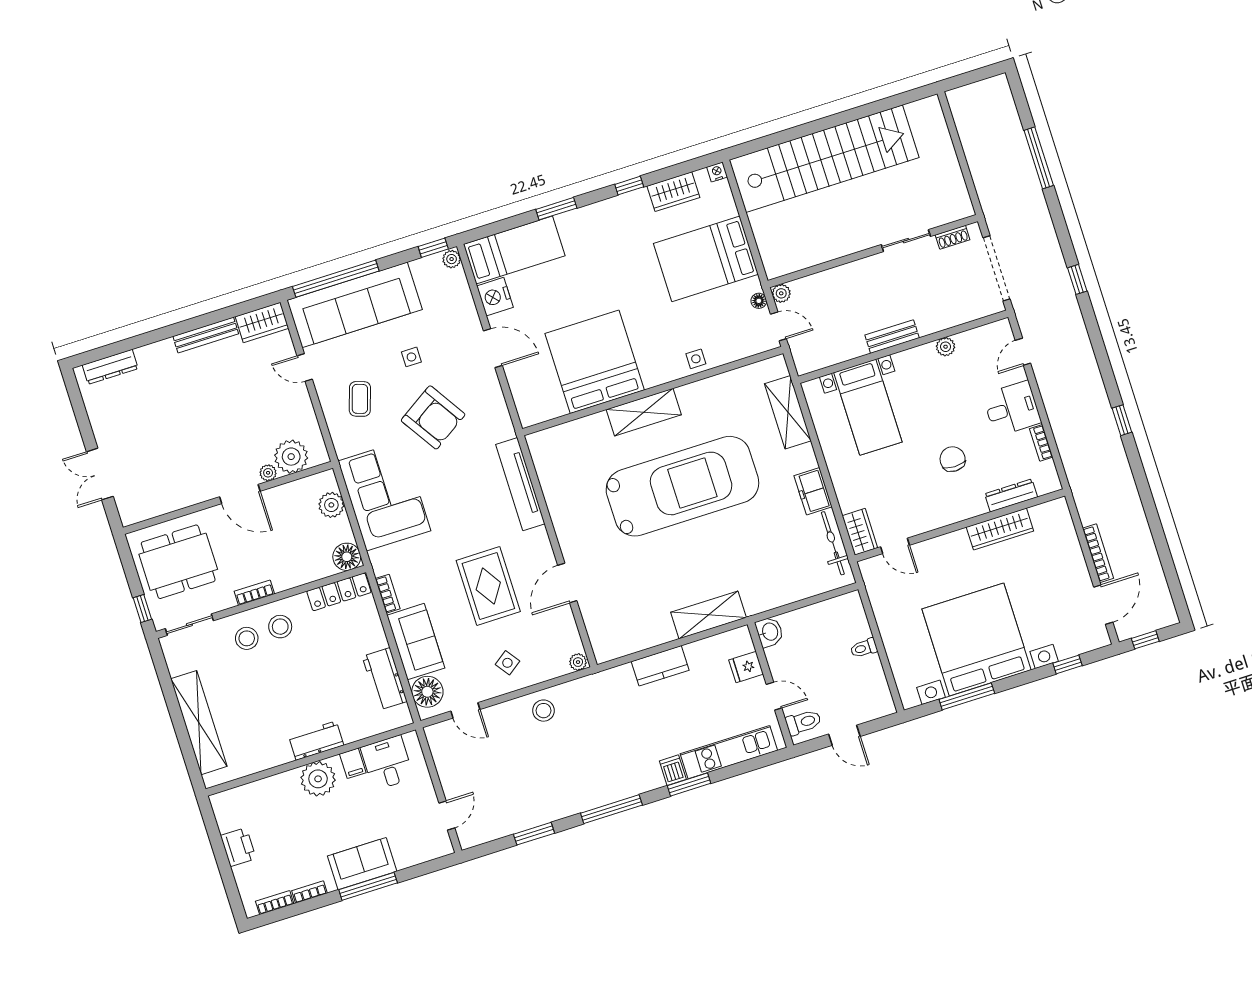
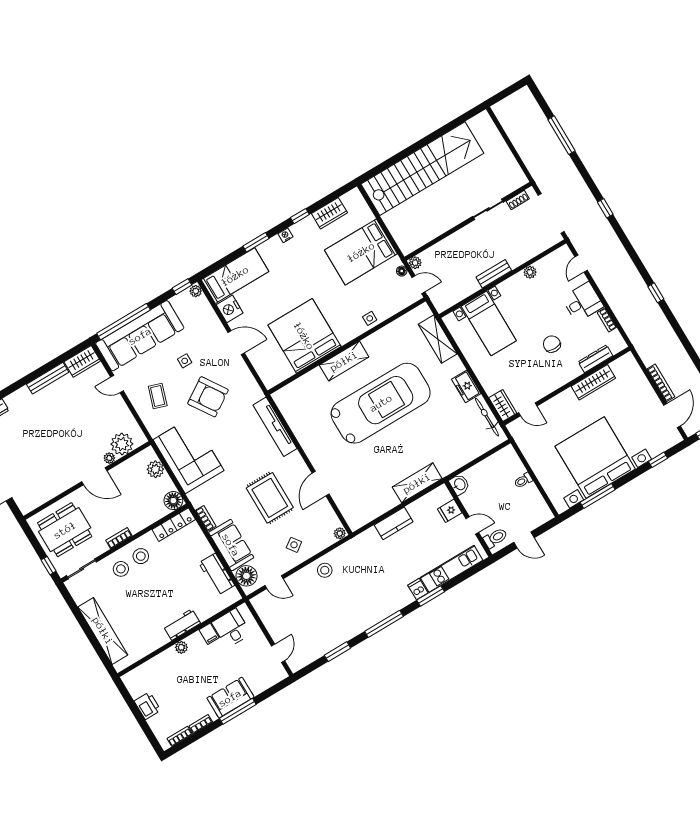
nightstand: (717, 172) -> (285, 235), moved
plant: (318, 779) -> (181, 647), width x0.53, depth x0.53

